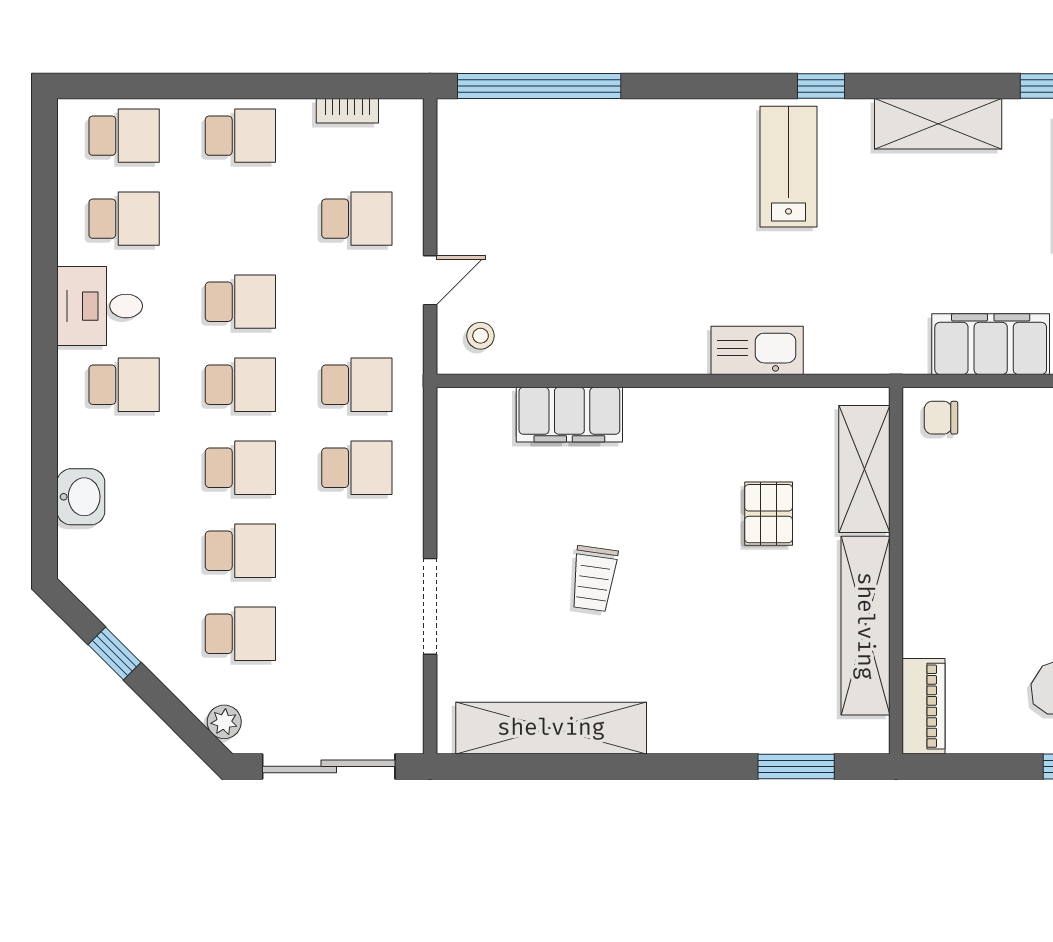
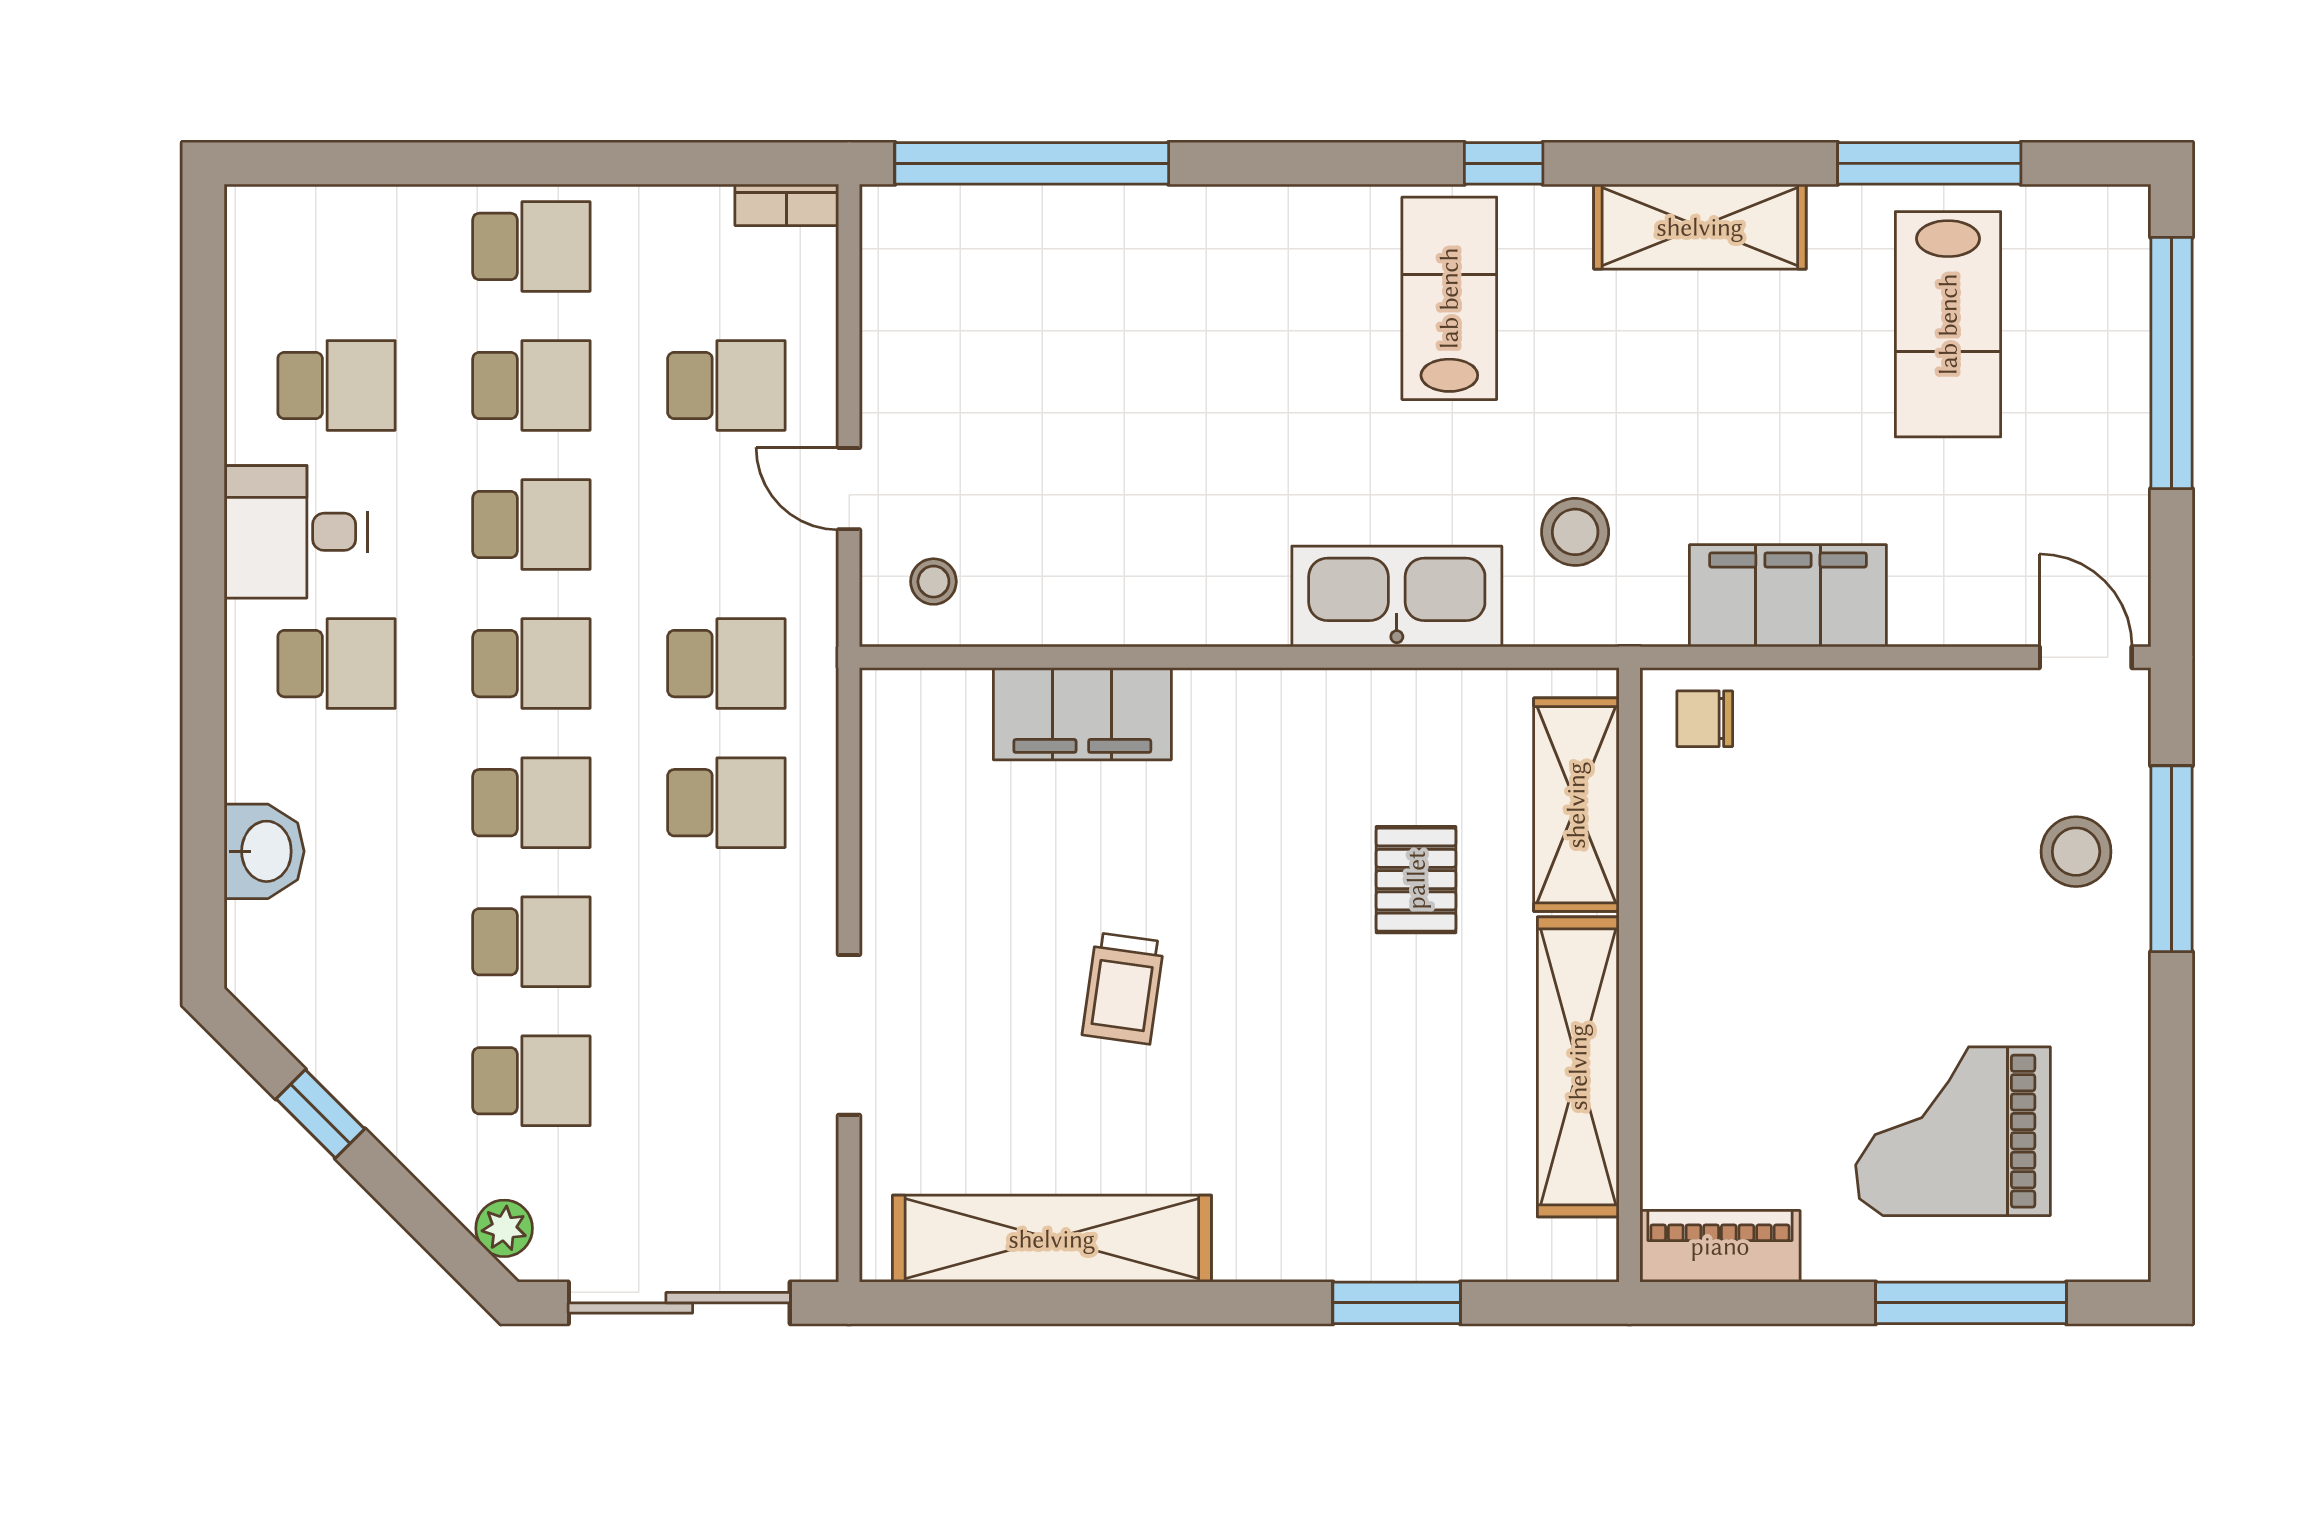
bookcase: (347, 111) -> (787, 205), moved
school desk: (124, 136) -> (531, 385), moved
door: (430, 280) -> (849, 489), swing flipped
stool: (864, 306) -> (1575, 532), added
kitchen sink: (757, 350) -> (1397, 596), width x1.36, depth x1.24
piano: (924, 706) -> (1720, 1246), moved, turned -90
window: (796, 766) -> (1397, 1303), moved

